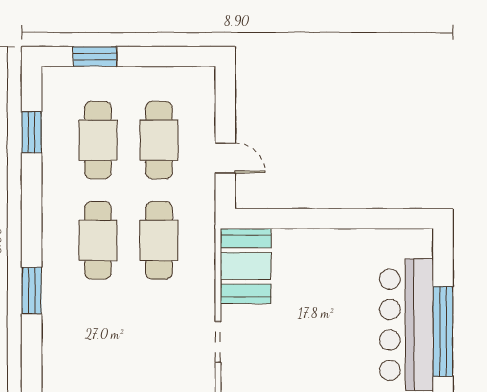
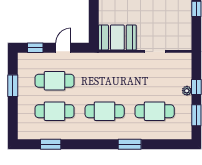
window: (95, 56) -> (13, 86), moved
window: (225, 101) -> (35, 48), added
cafe table: (159, 240) -> (155, 111), moved

